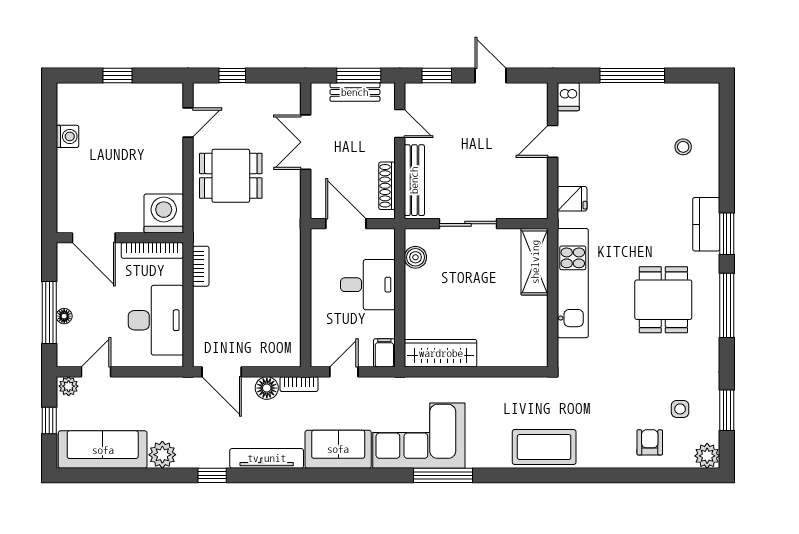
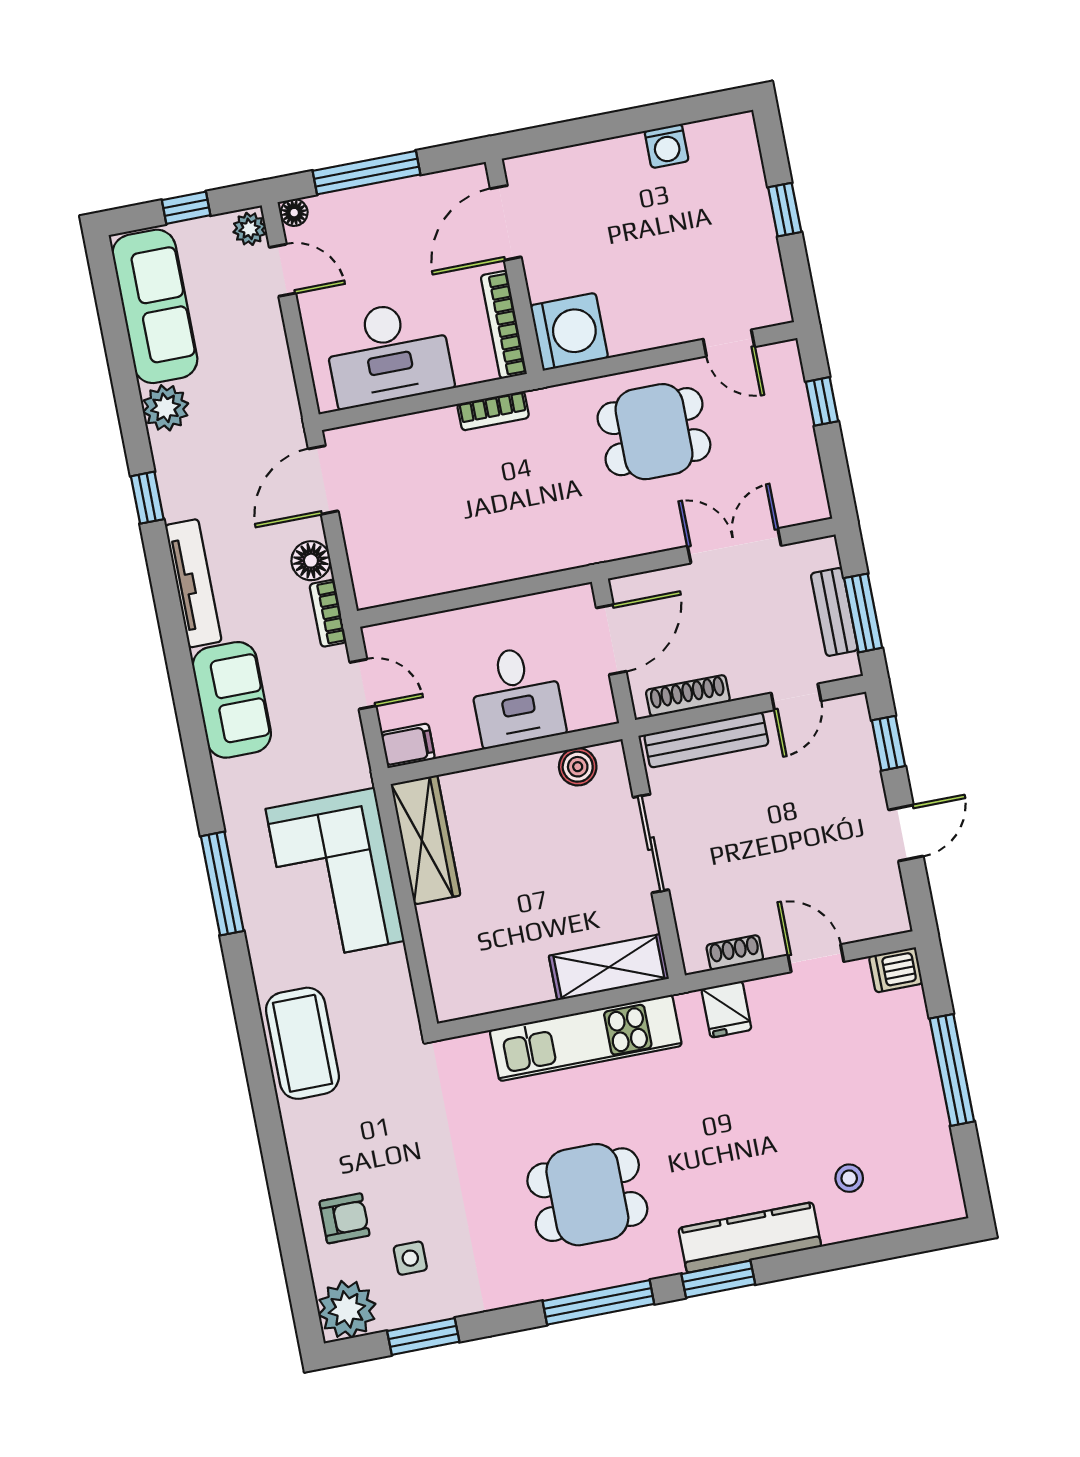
dining table: (231, 176) -> (654, 432), turned 90
shoe rack: (540, 188) -> (735, 953), added
kitchen counter: (706, 224) -> (750, 1237), width x1.50
floor lamp: (64, 316) -> (294, 213), moved
corner sofa: (419, 436) -> (335, 875), moved, turned 180
plant: (707, 456) -> (347, 1309), width x1.36, depth x1.36

